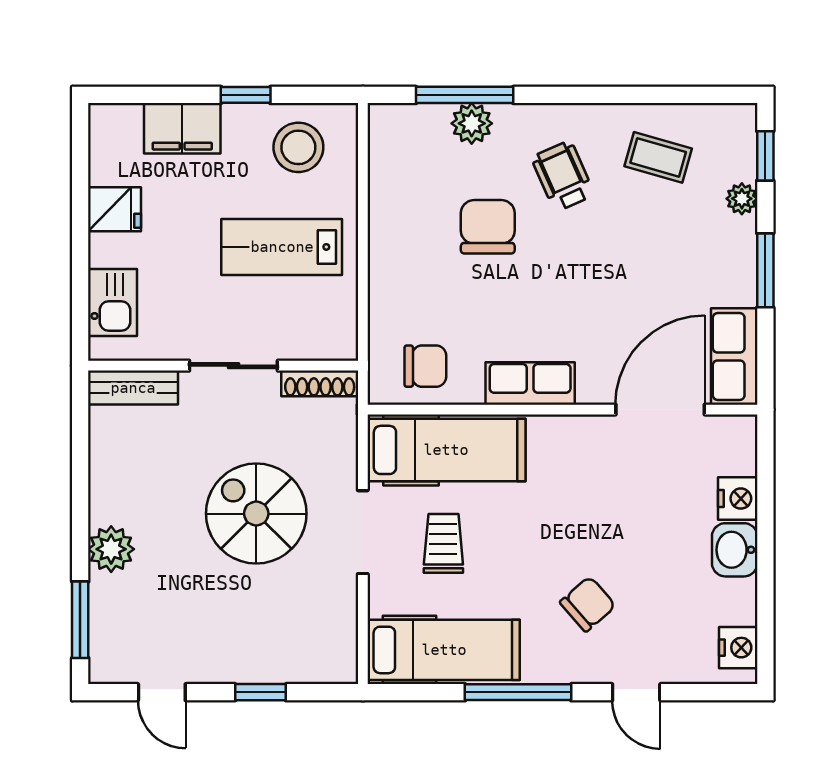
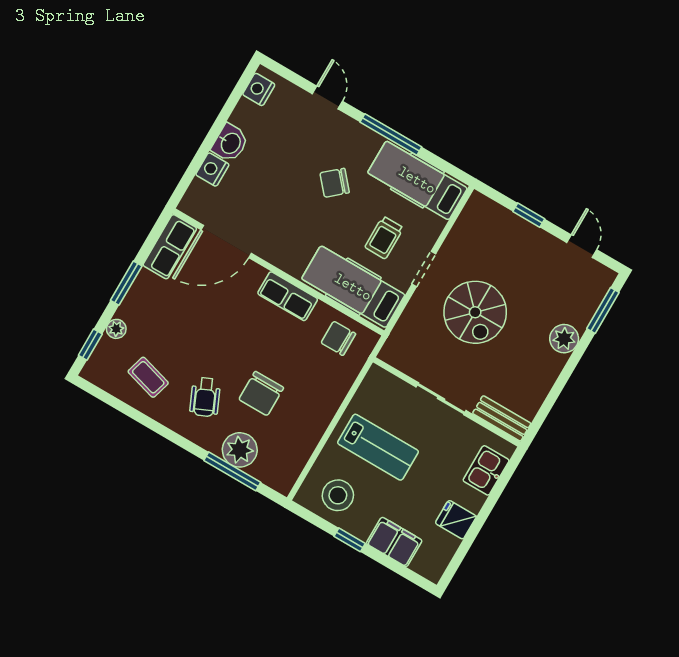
plant: (472, 123) -> (240, 450), width x1.36, depth x1.36
shoe rack: (320, 383) -> (400, 362), removed
doorway: (363, 532) -> (424, 269), width x0.73
chair: (588, 604) -> (335, 183), moved

